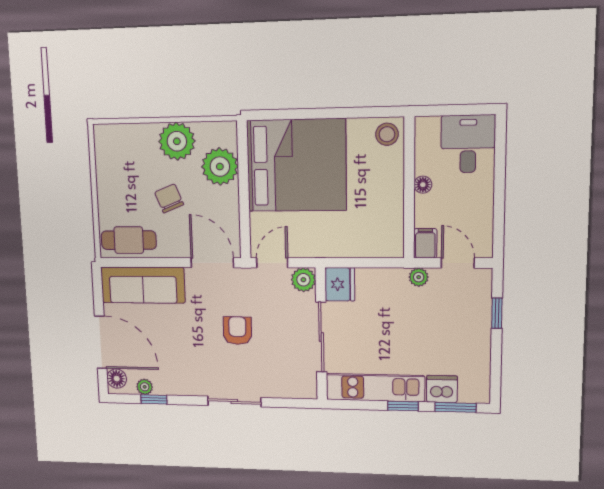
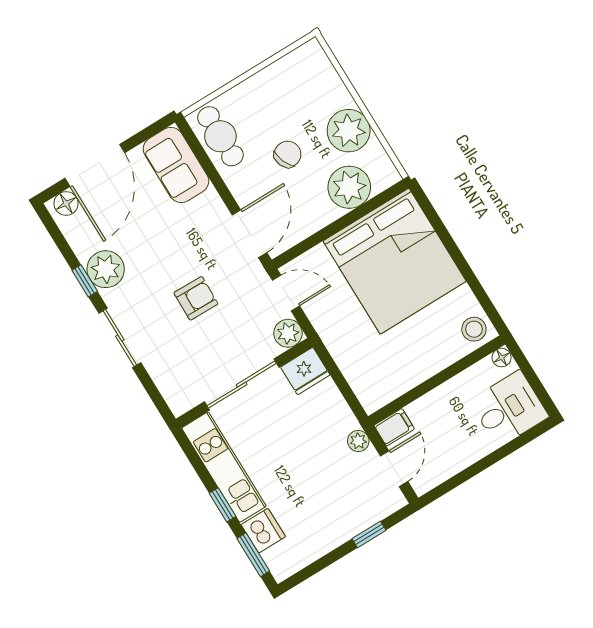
floor lamp: (423, 185) -> (502, 358), moved
sofa: (143, 285) -> (176, 165), width x0.73
plant: (145, 387) -> (106, 269), moved, width x1.88, depth x1.88
window: (154, 399) -> (85, 281), moved

